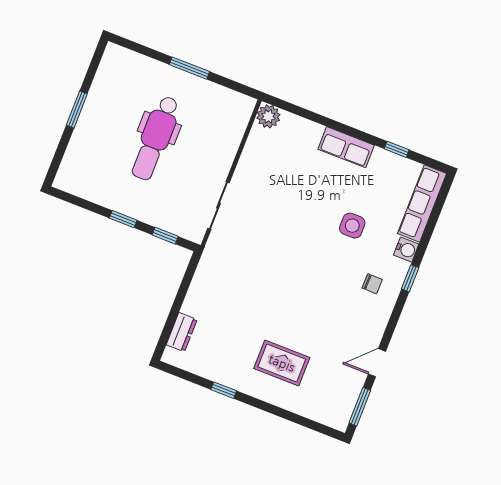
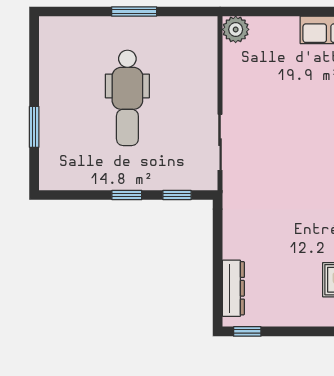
window: (77, 109) -> (34, 127), moved
dresser: (182, 332) -> (233, 288), width x1.44
window: (224, 390) -> (247, 331), moved

